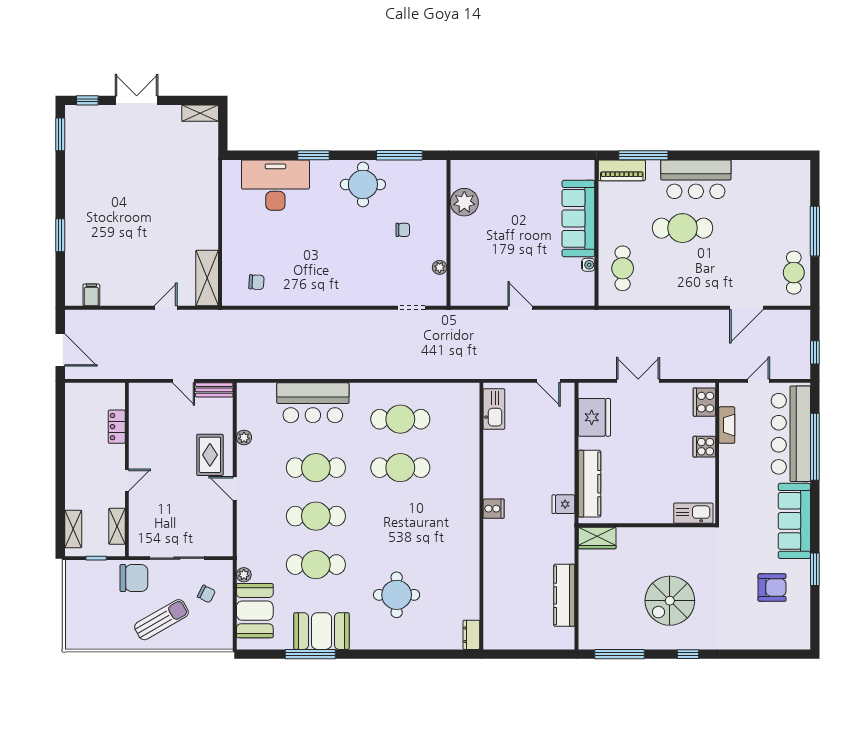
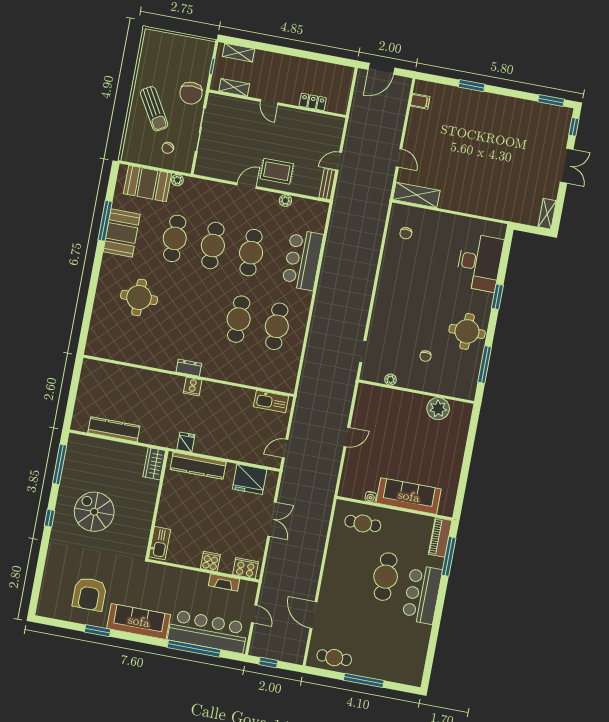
armchair: (772, 588) -> (89, 594), width x1.36, depth x1.36
dresser: (471, 635) -> (189, 368), moved

